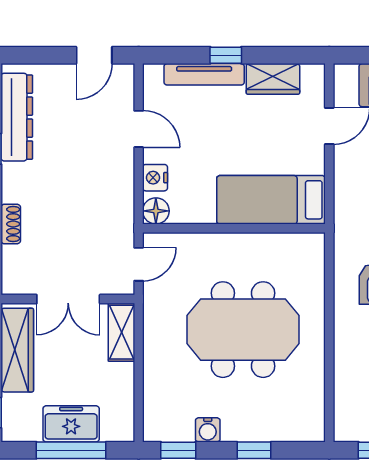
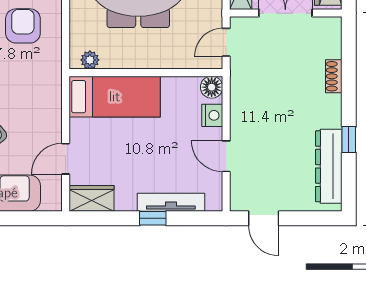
door: (94, 55) -> (264, 218), swing flipped
wardrobe: (273, 79) -> (91, 198), moved
plant: (300, 243) -> (90, 60), added

